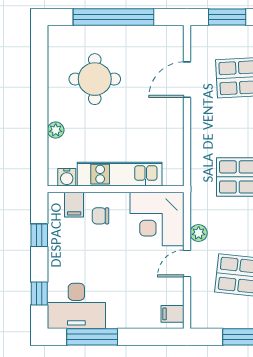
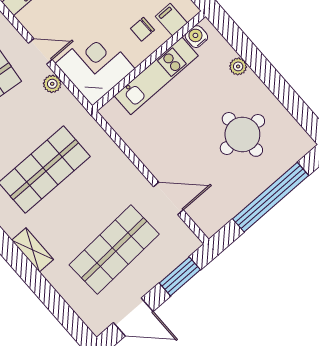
door: (187, 80) -> (168, 198), hinge flipped
chair: (101, 216) -> (142, 29), turned 180
door: (187, 263) -> (40, 51), hinge flipped

